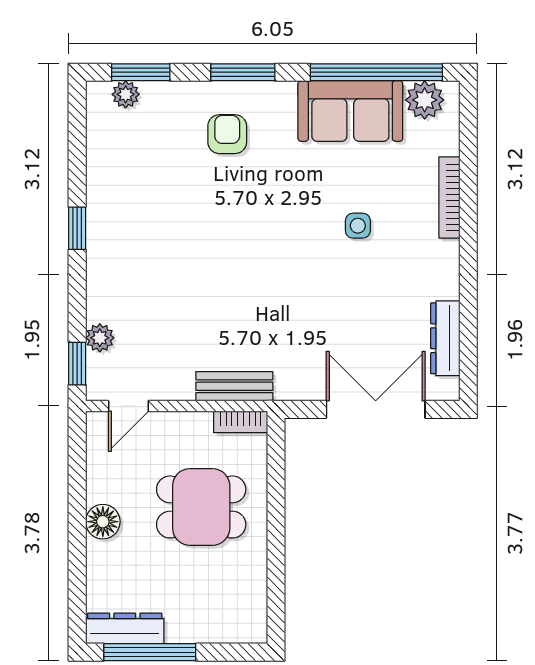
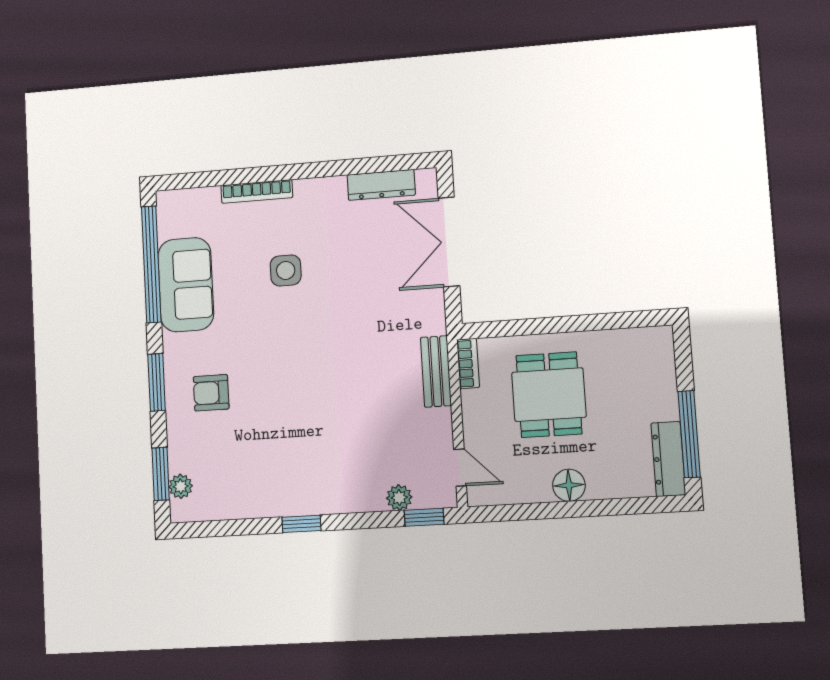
plant: (425, 100) -> (173, 220), removed
side table: (358, 226) -> (286, 270), width x1.37, depth x1.37

